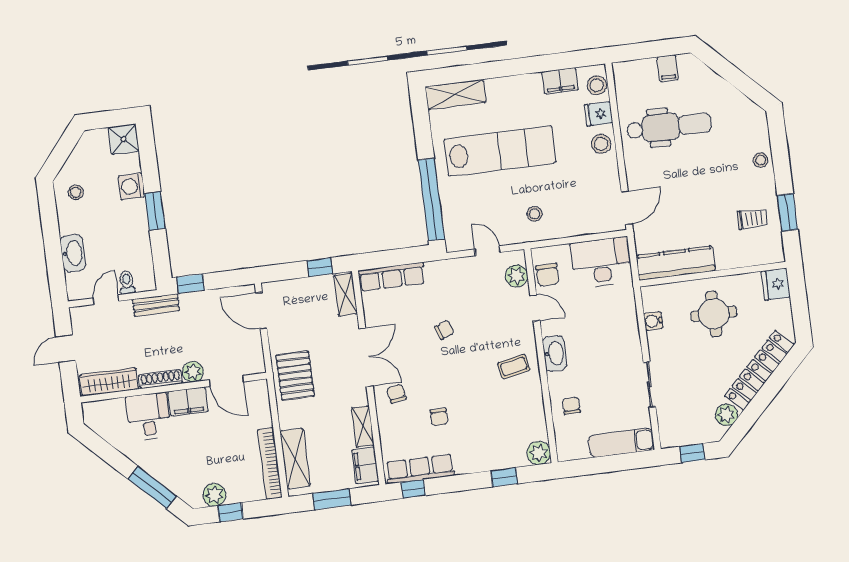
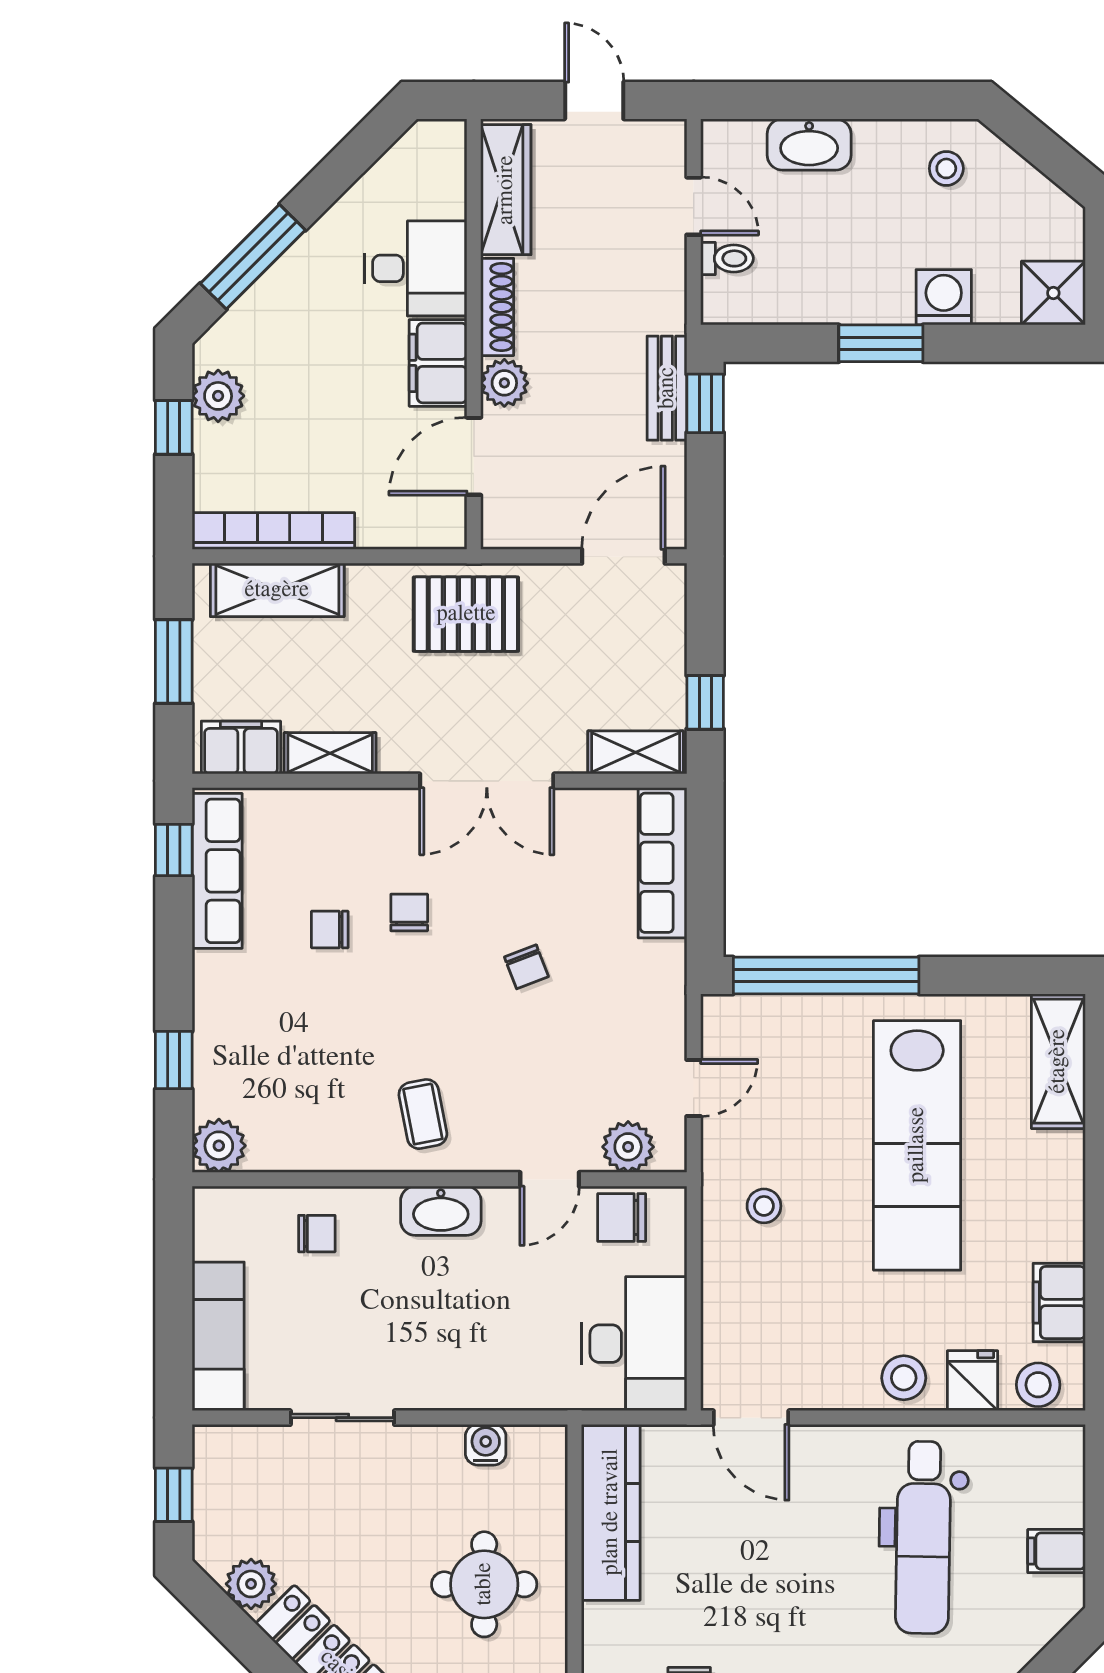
bench: (156, 305) -> (667, 388), moved
chair: (396, 394) -> (409, 912), moved, turned -79

